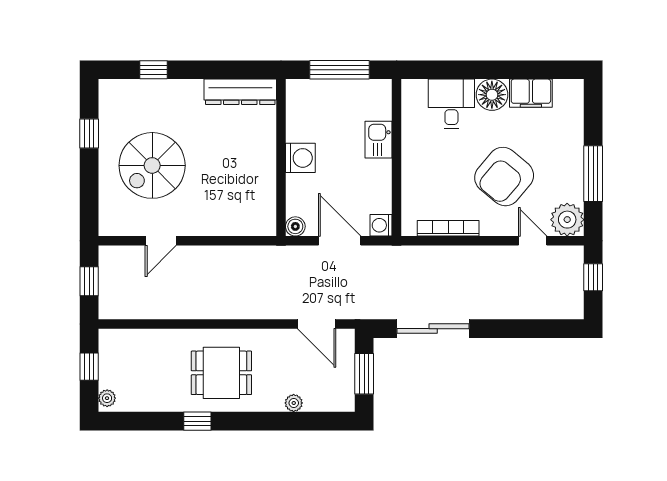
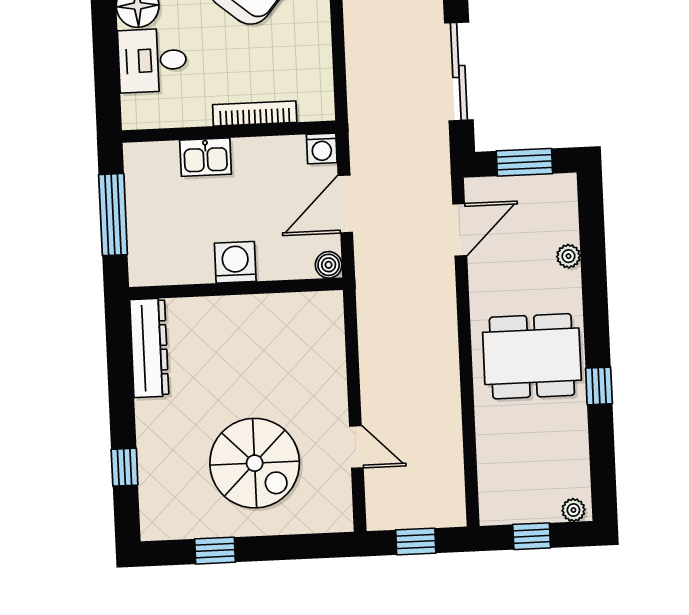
bookcase: (448, 228) -> (255, 113), moved, turned 90
dining table: (221, 373) -> (532, 356), width x1.38

